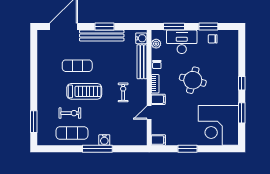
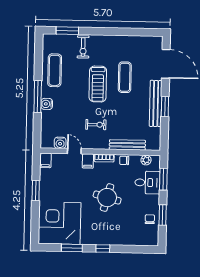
water cooler: (141, 38) -> (60, 143), moved
desk: (182, 42) -> (147, 183), width x0.73
exercise bike: (70, 113) -> (83, 47), moved

